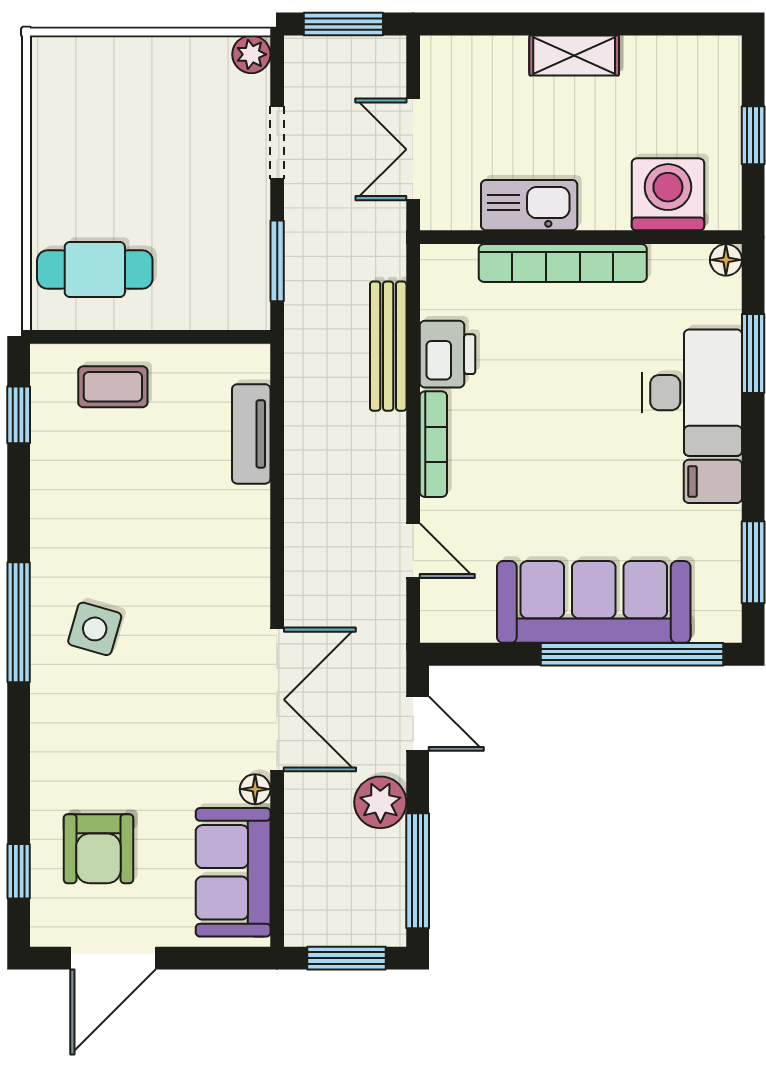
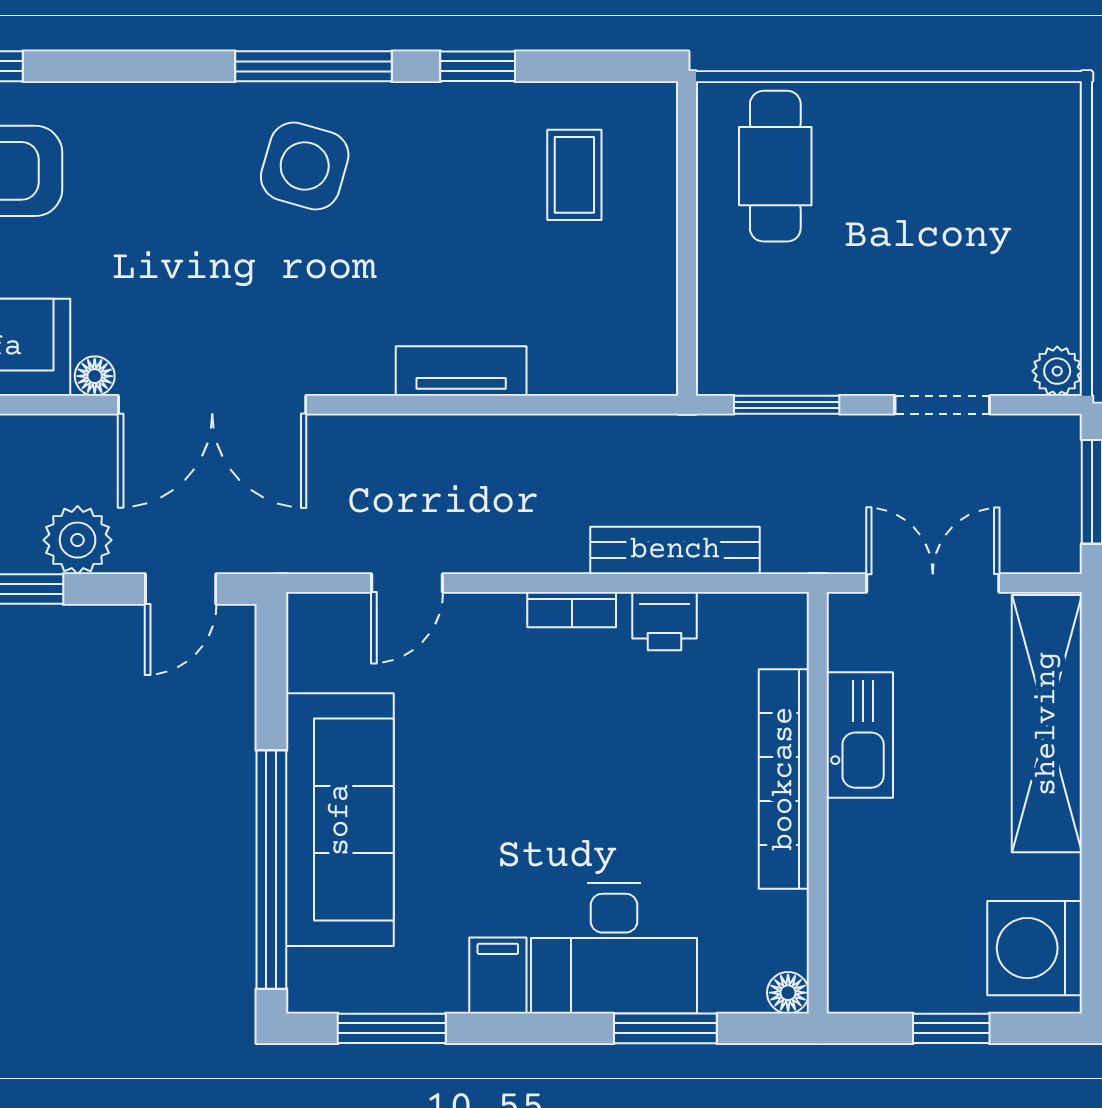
shelving: (574, 55) -> (1047, 724), width x2.20, depth x1.33
washing machine: (668, 194) -> (1035, 948), moved, turned 180
printer: (448, 354) -> (665, 621), width x0.73, depth x0.81
coffee table: (113, 387) -> (574, 175), moved
window: (19, 415) -> (478, 66), moved
tv unit: (251, 434) -> (461, 371), moved
bookcase: (433, 444) -> (572, 610), width x0.64
side table: (95, 629) -> (305, 166), width x1.37, depth x1.37

